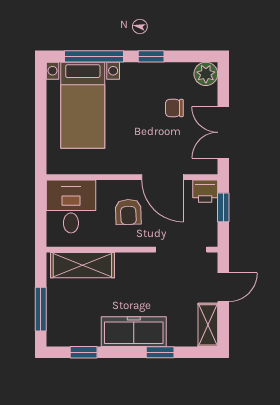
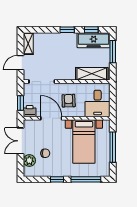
plant: (206, 74) -> (29, 161), moved
bed with nightstands: (83, 105) -> (84, 141), moved, turned 180
window: (41, 120) -> (113, 147), added
double door: (223, 132) -> (20, 141), swing flipped
freezer: (134, 332) -> (94, 40), moved
window: (160, 352) -> (67, 30), moved

